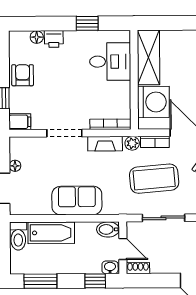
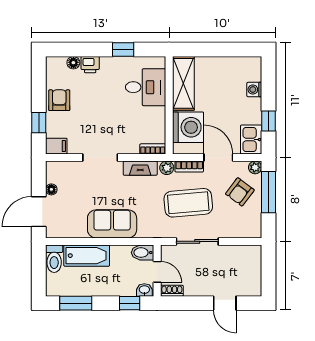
bookcase: (110, 124) -> (153, 149), width x0.64

